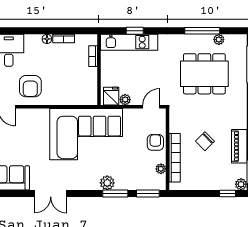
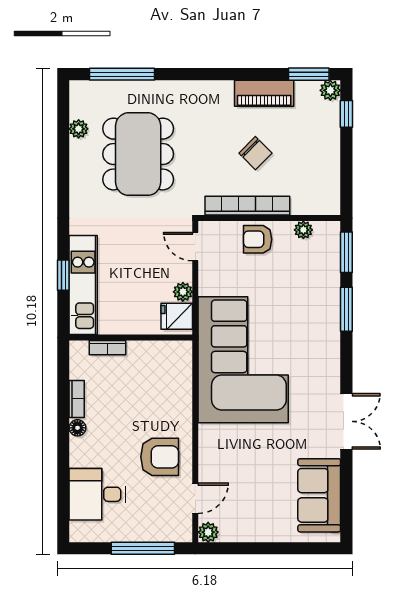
window: (202, 31) -> (63, 158), removed
bookcase: (175, 158) -> (247, 206), moved
plant: (107, 183) -> (328, 323), removed

